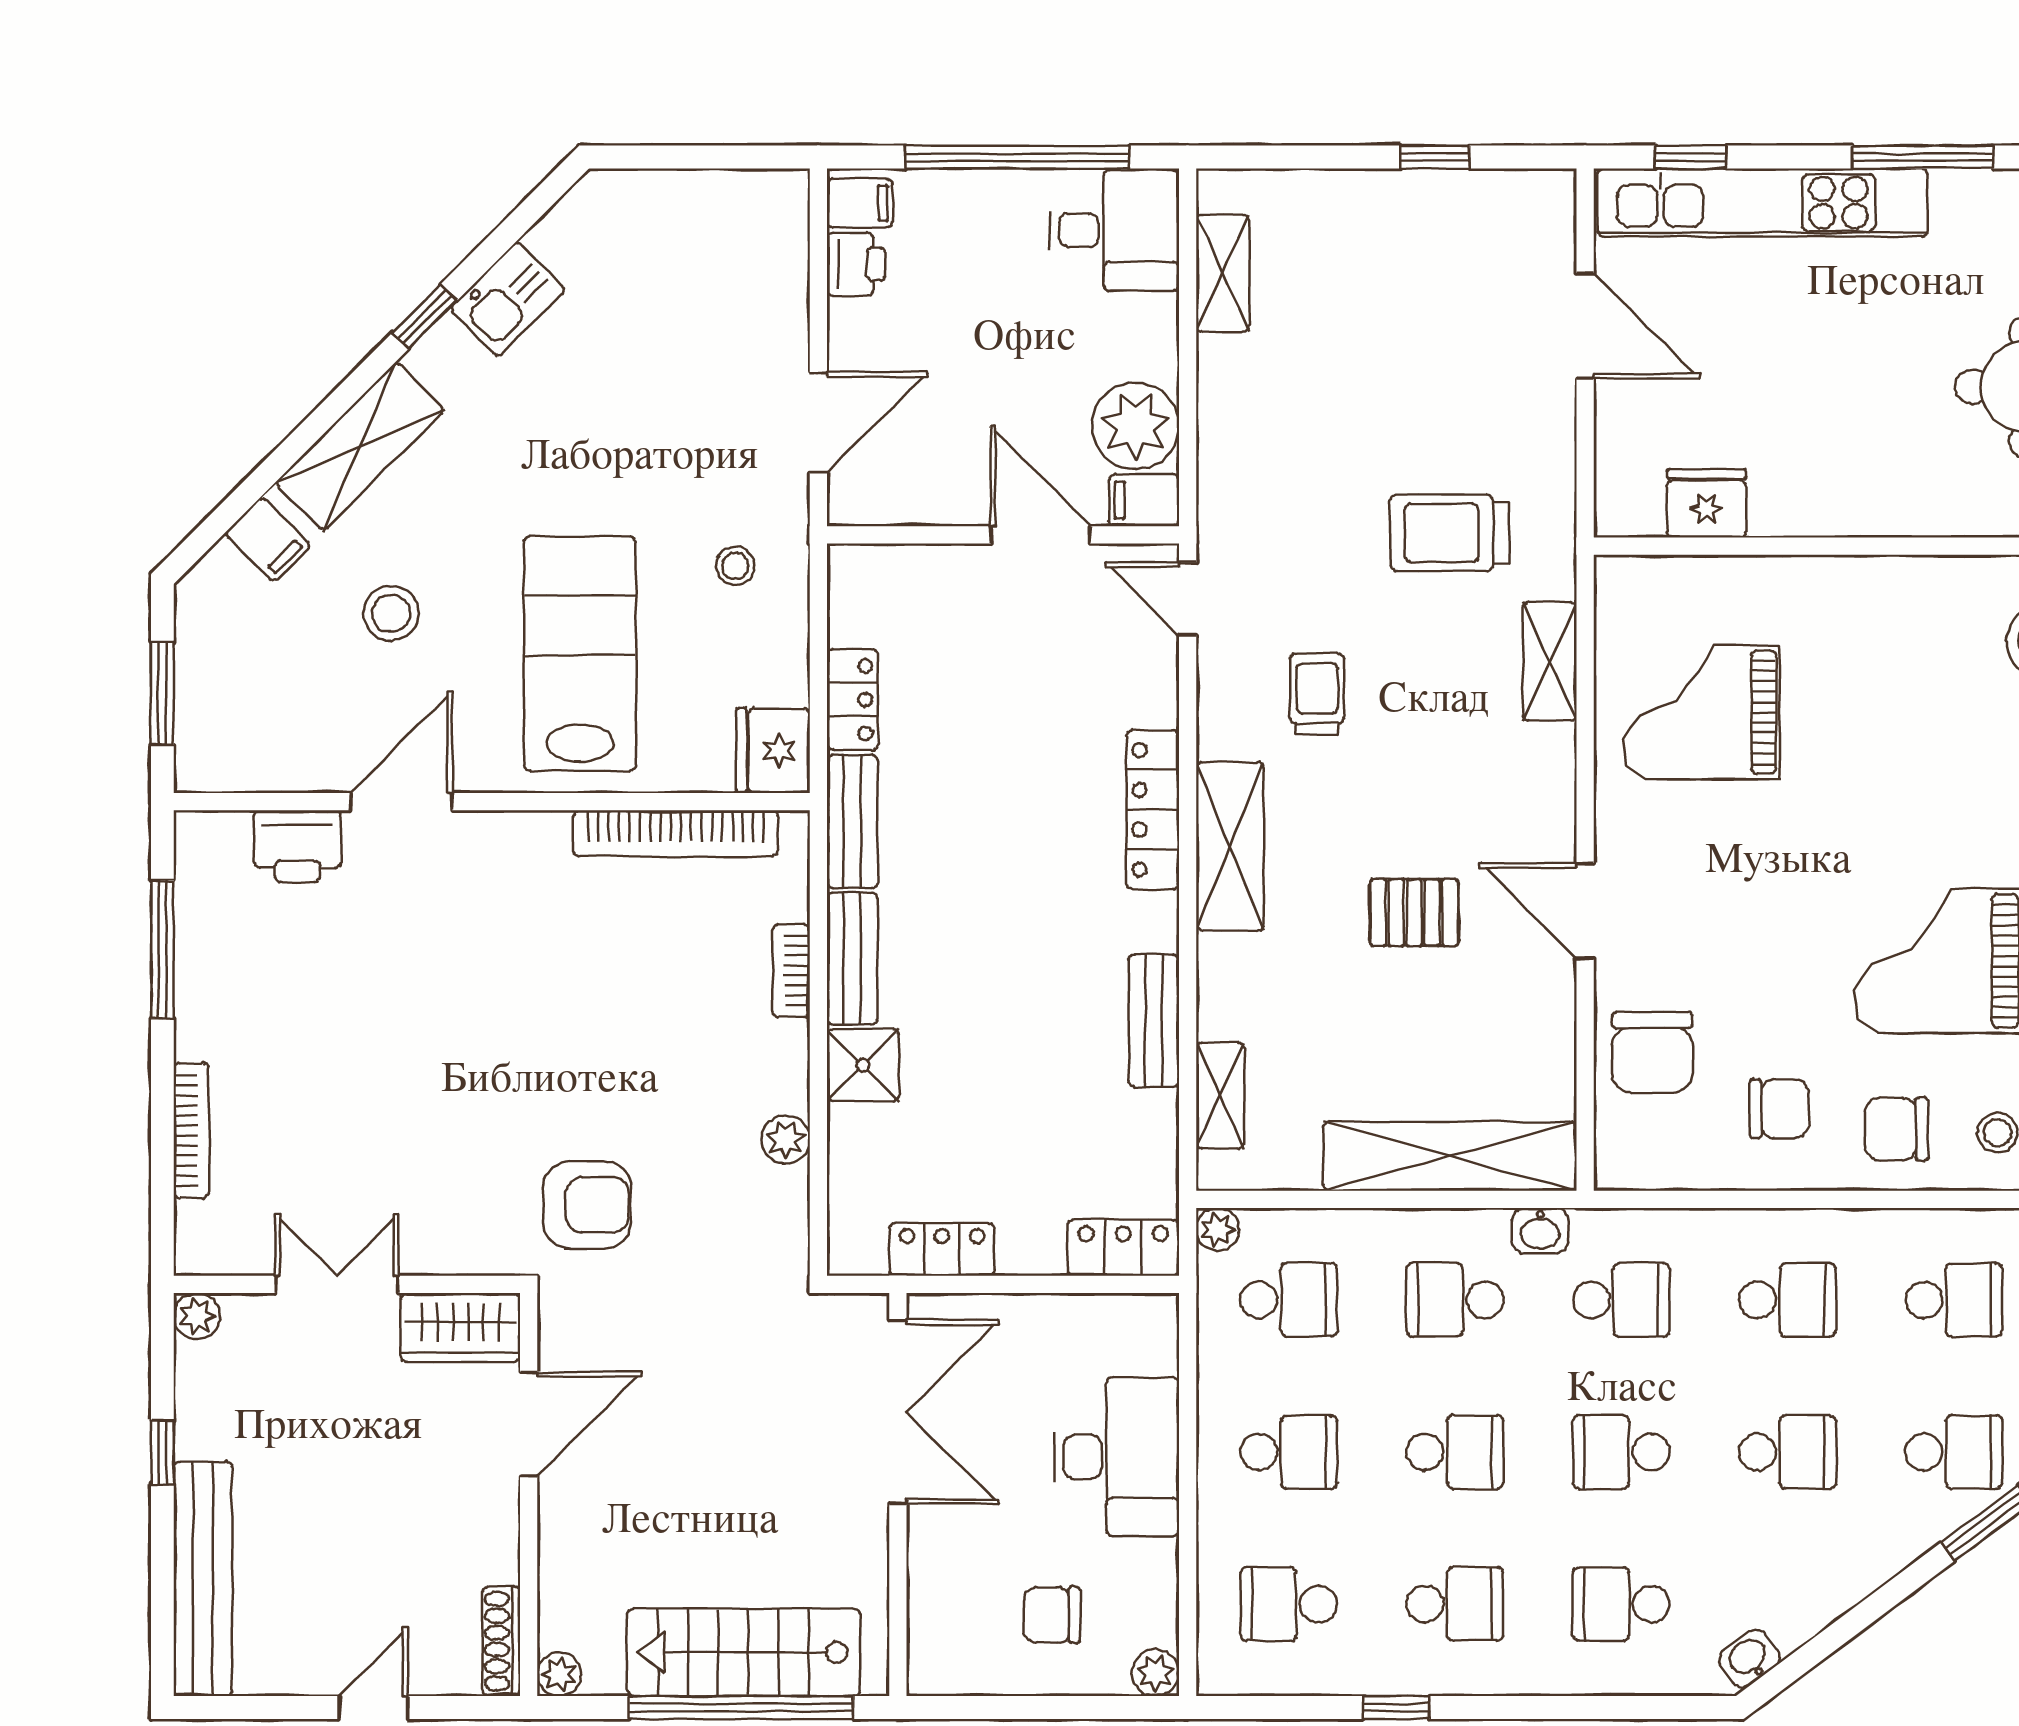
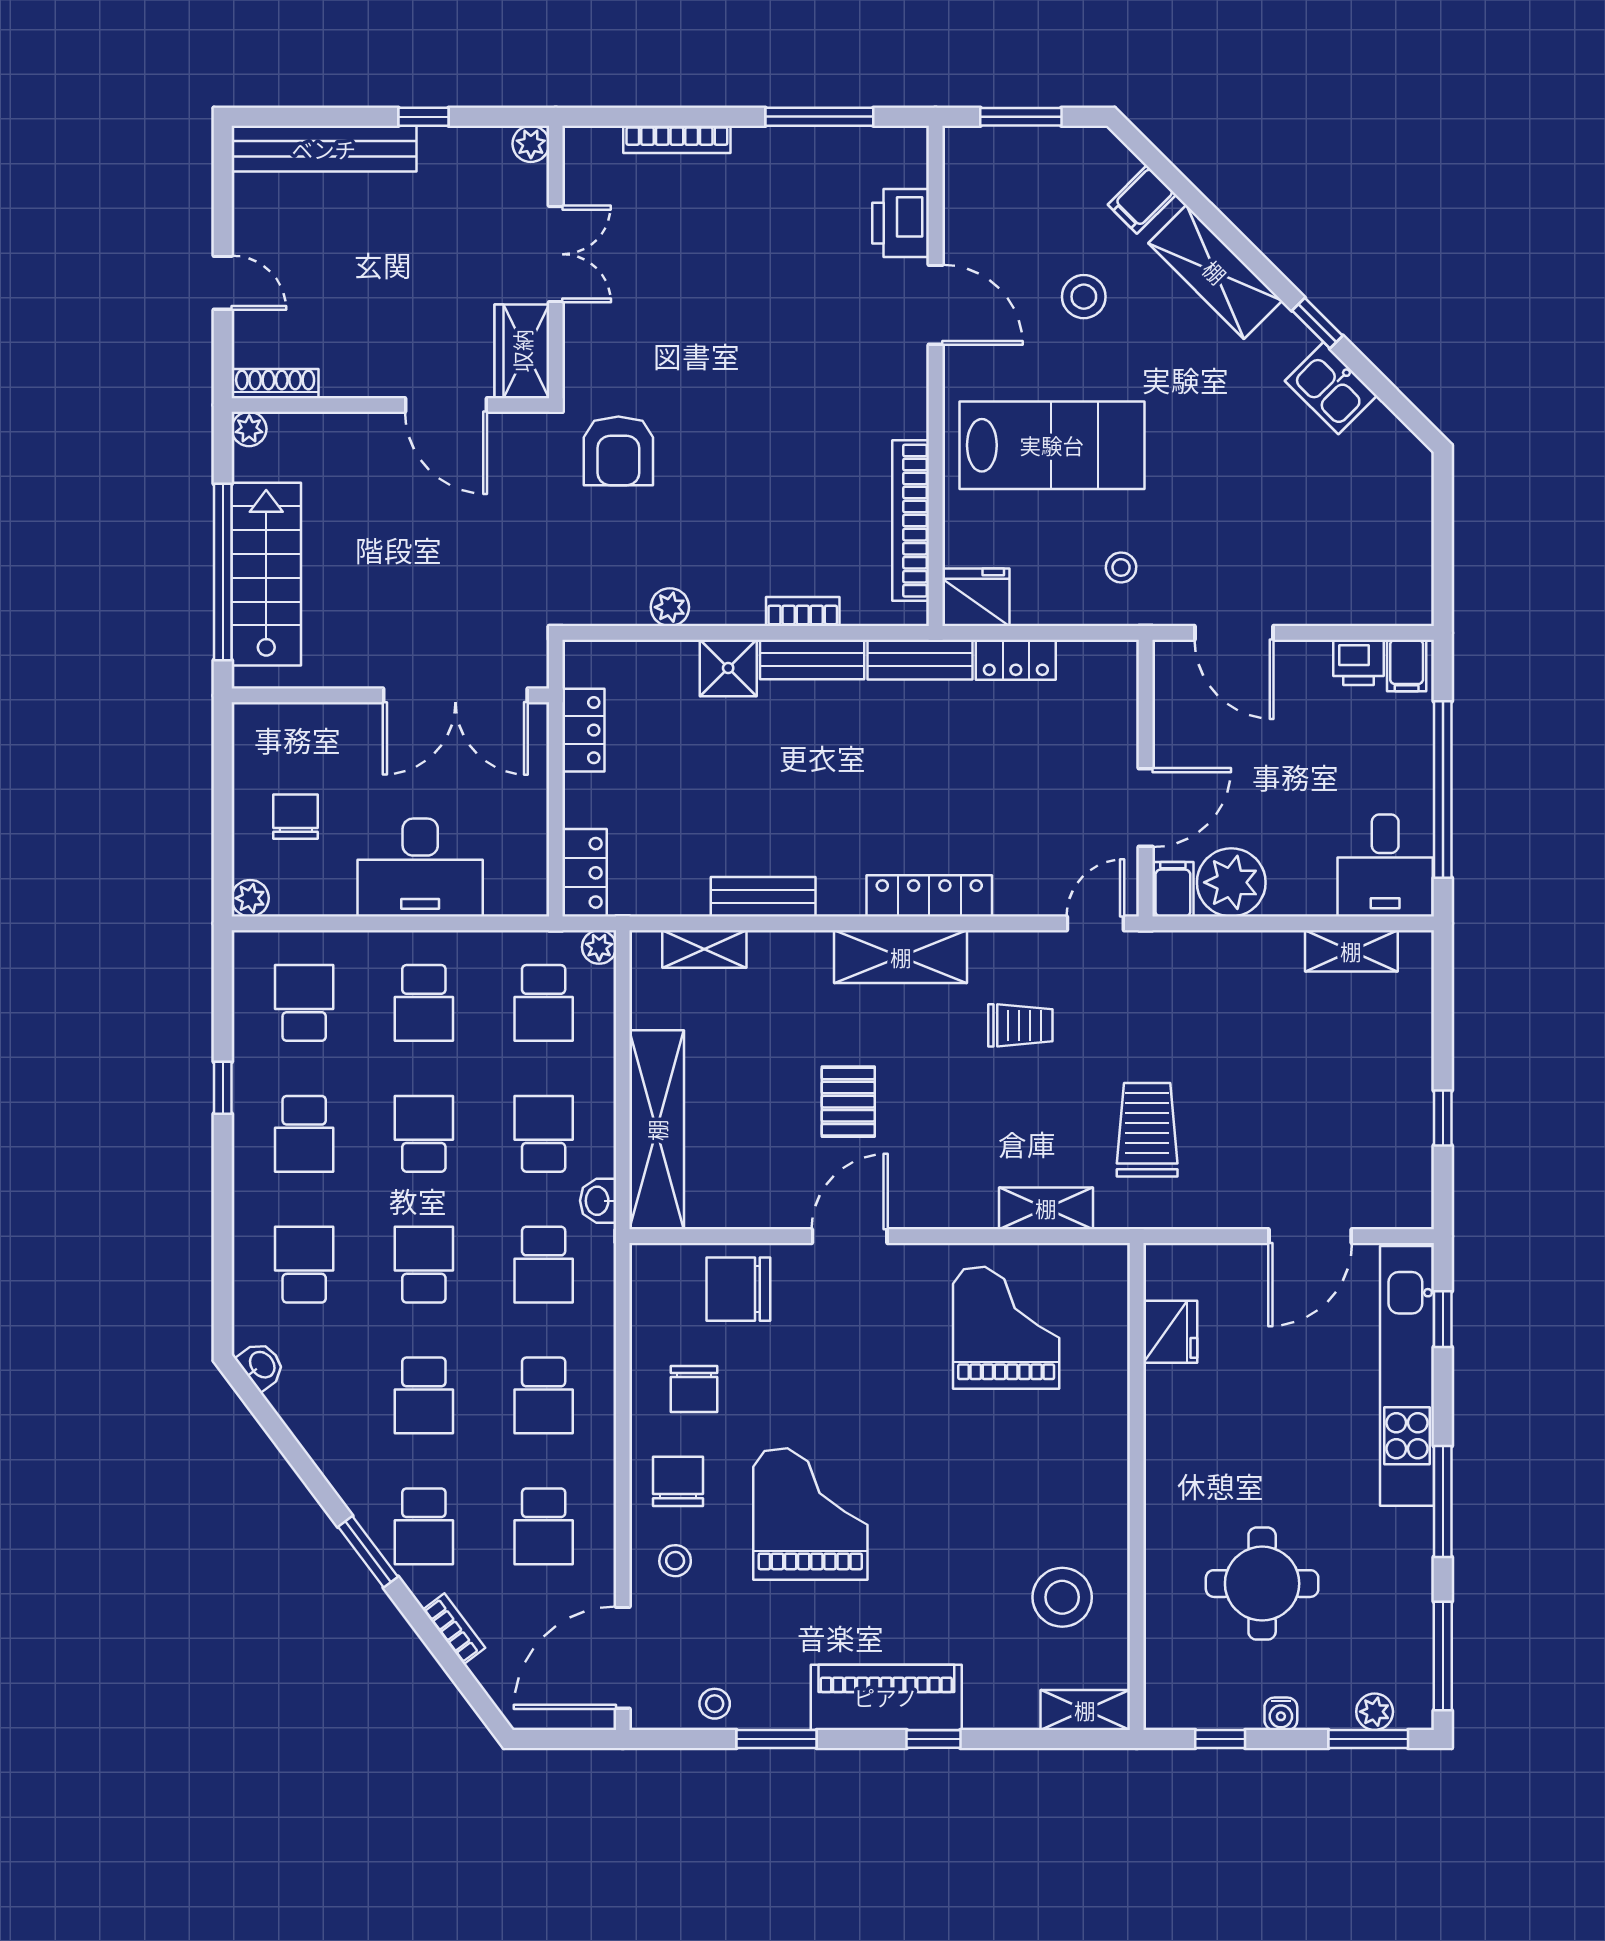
school desk: (1455, 1452) -> (424, 1134), turned 180

